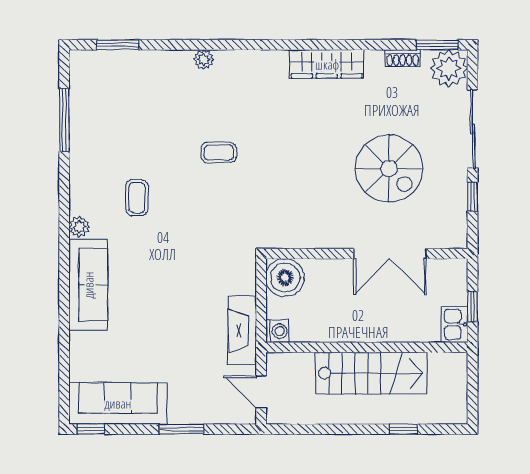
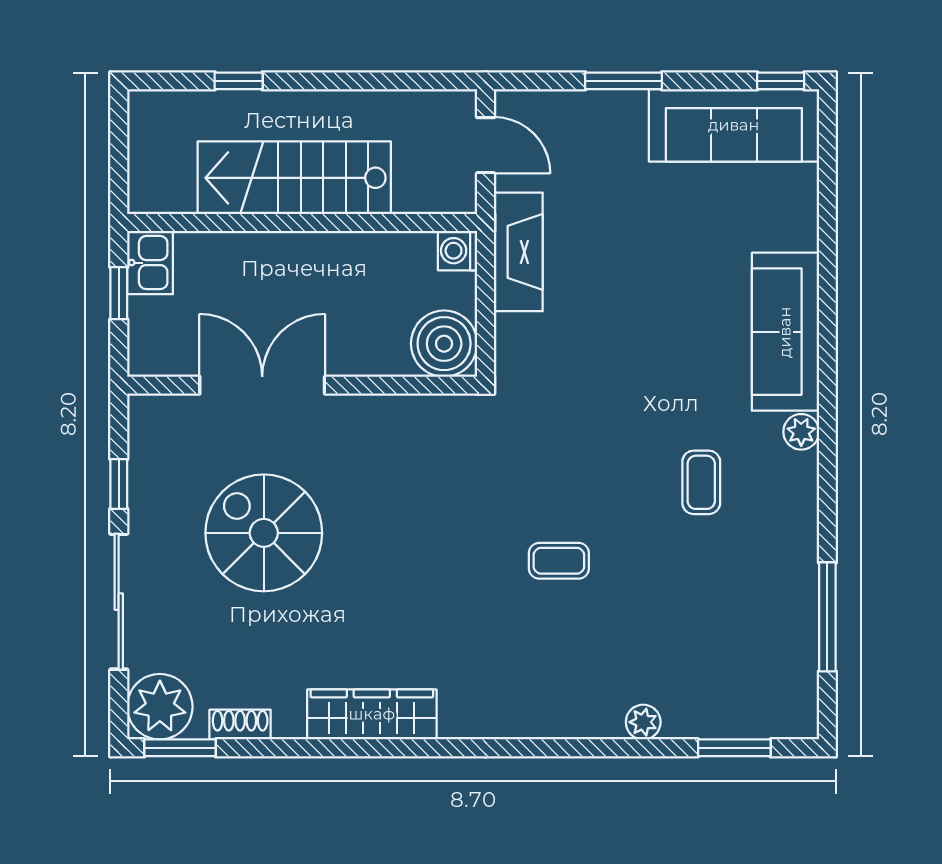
plant: (204, 60) -> (643, 722), moved

